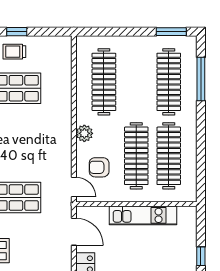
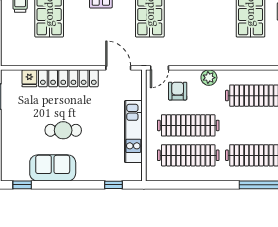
door: (74, 232) -> (118, 68), swing flipped
window: (201, 256) -> (113, 185), moved

